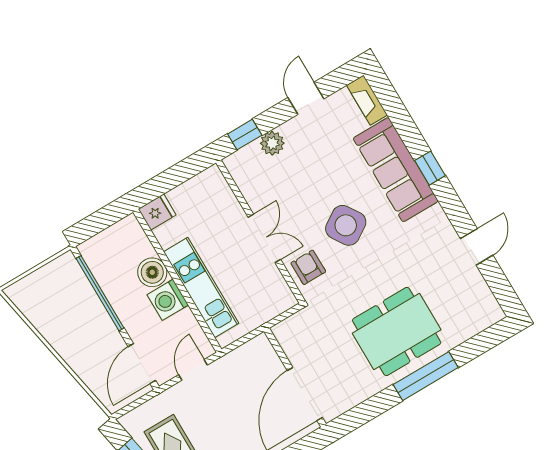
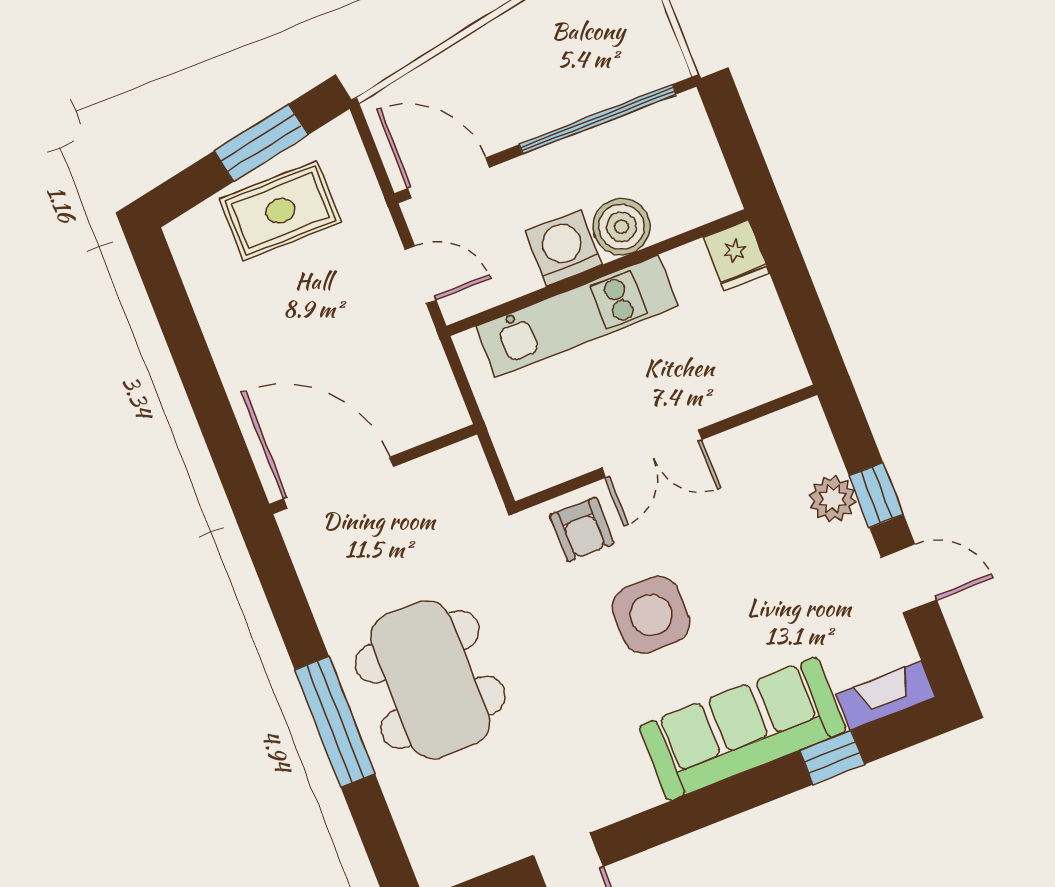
window: (245, 135) -> (876, 495), moved
window: (430, 168) -> (832, 757), moved
side table: (346, 225) -> (651, 615), turned 33
armchair: (308, 267) -> (582, 529), turned 90

